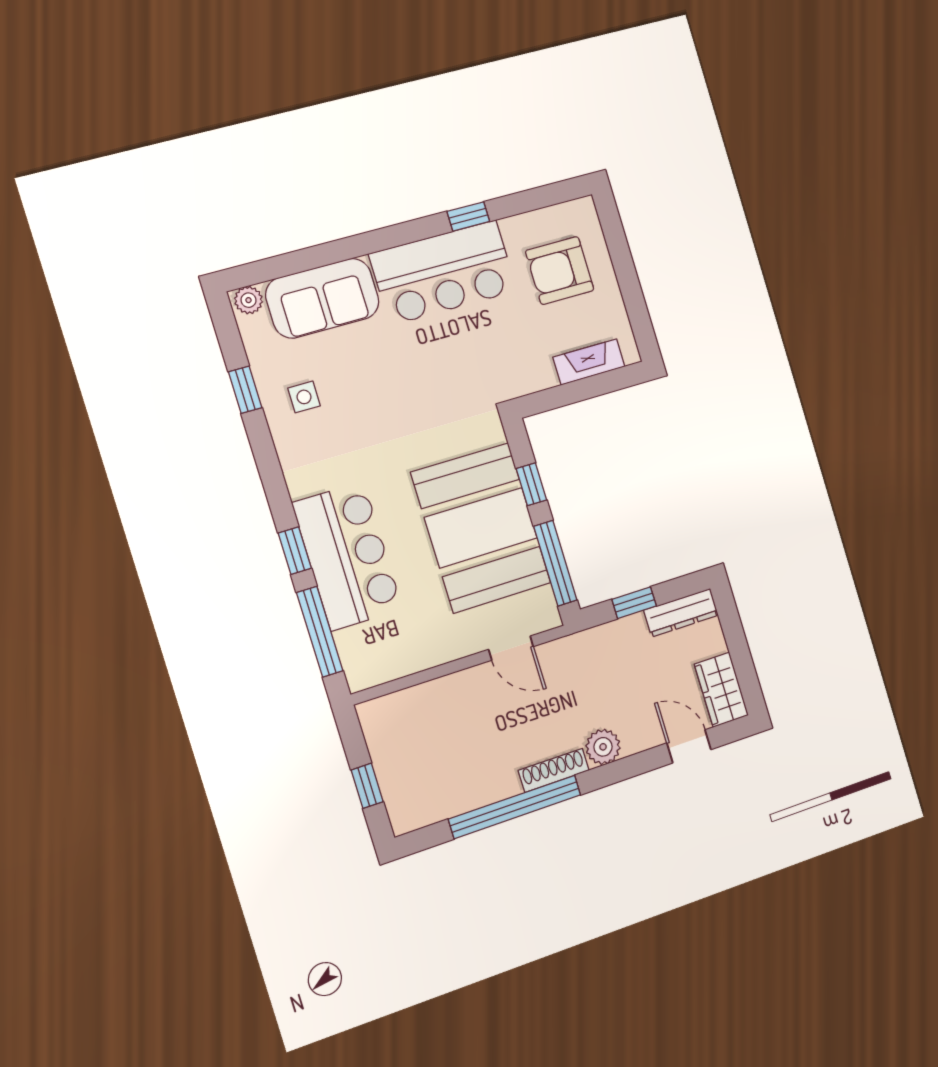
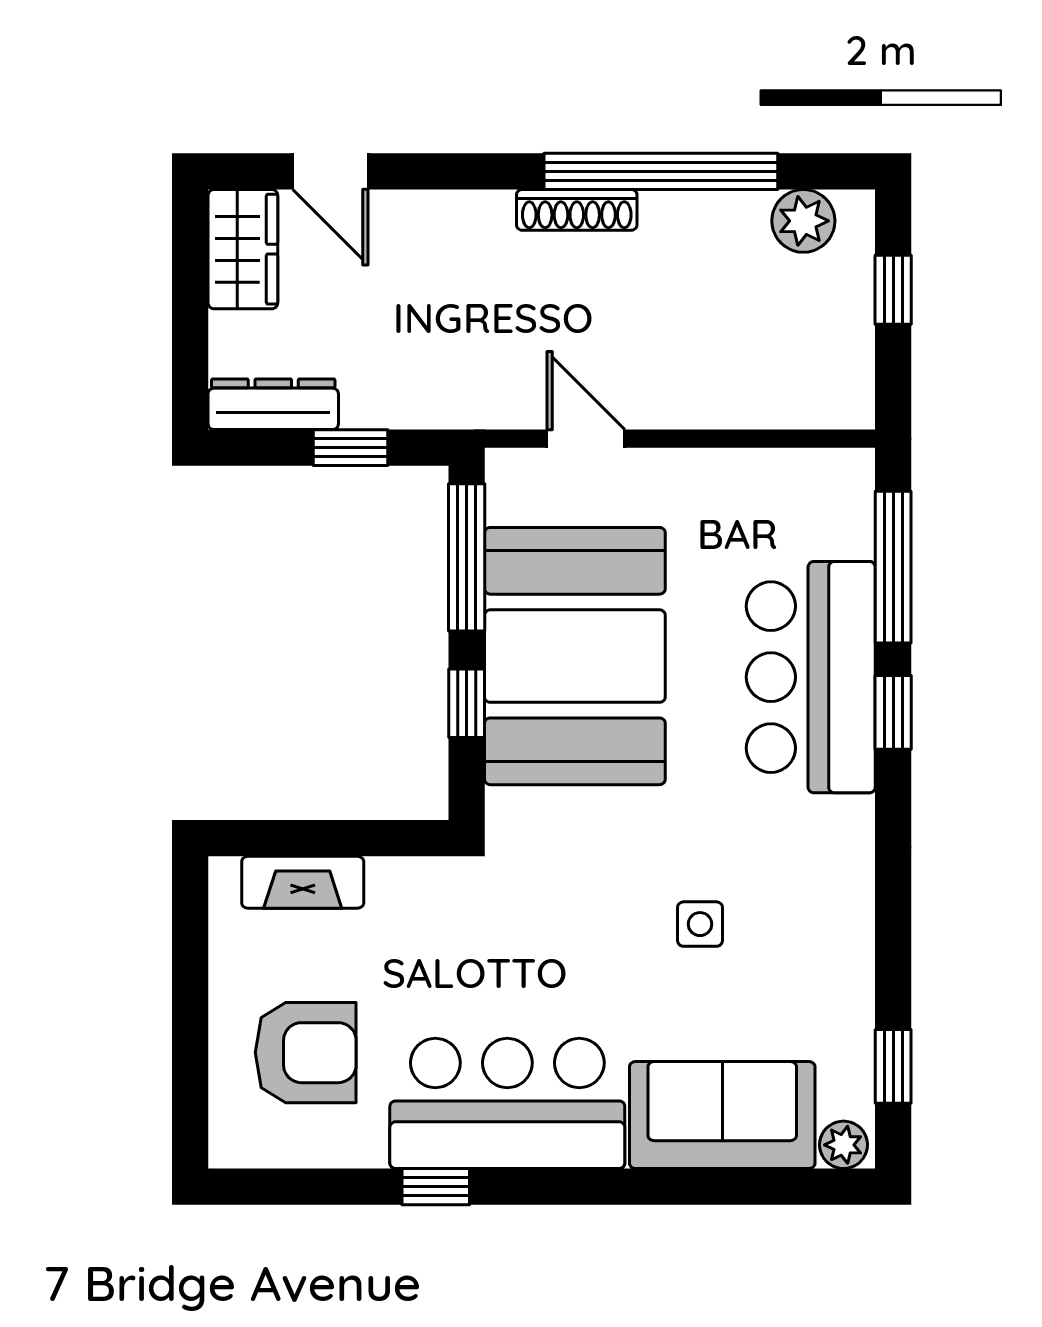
window: (245, 390) -> (893, 1066), moved
side table: (304, 397) -> (700, 924), moved
plant: (603, 747) -> (803, 221), moved

